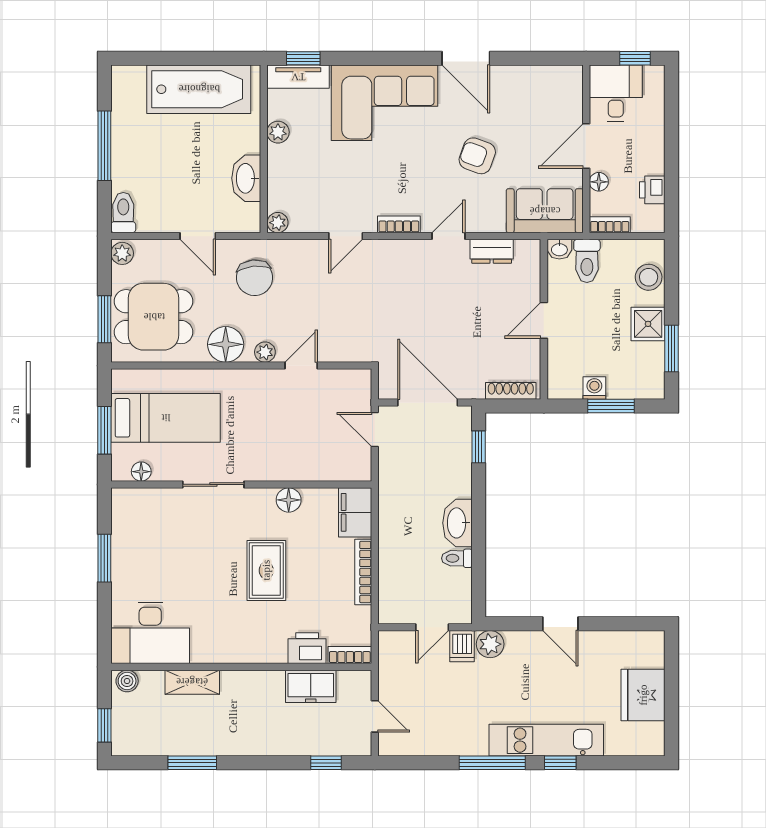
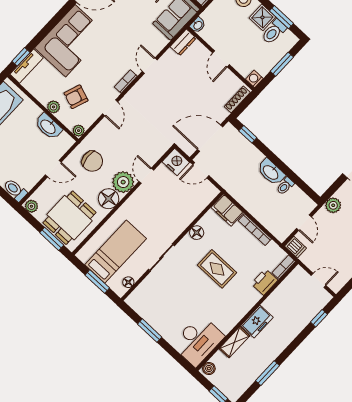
plant: (278, 132) -> (54, 107), moved
armchair: (477, 156) -> (76, 97), moved
dresser: (492, 251) -> (183, 42), moved
toilet: (587, 261) -> (274, 32), moved, turned 90
plant: (265, 352) -> (123, 182), width x1.88, depth x1.88
nightstand: (355, 387) -> (176, 162), added
washing machine: (594, 388) -> (254, 79), moved
dishwasher: (462, 646) -> (296, 247), moved
freezer: (311, 686) -> (257, 321), moved

